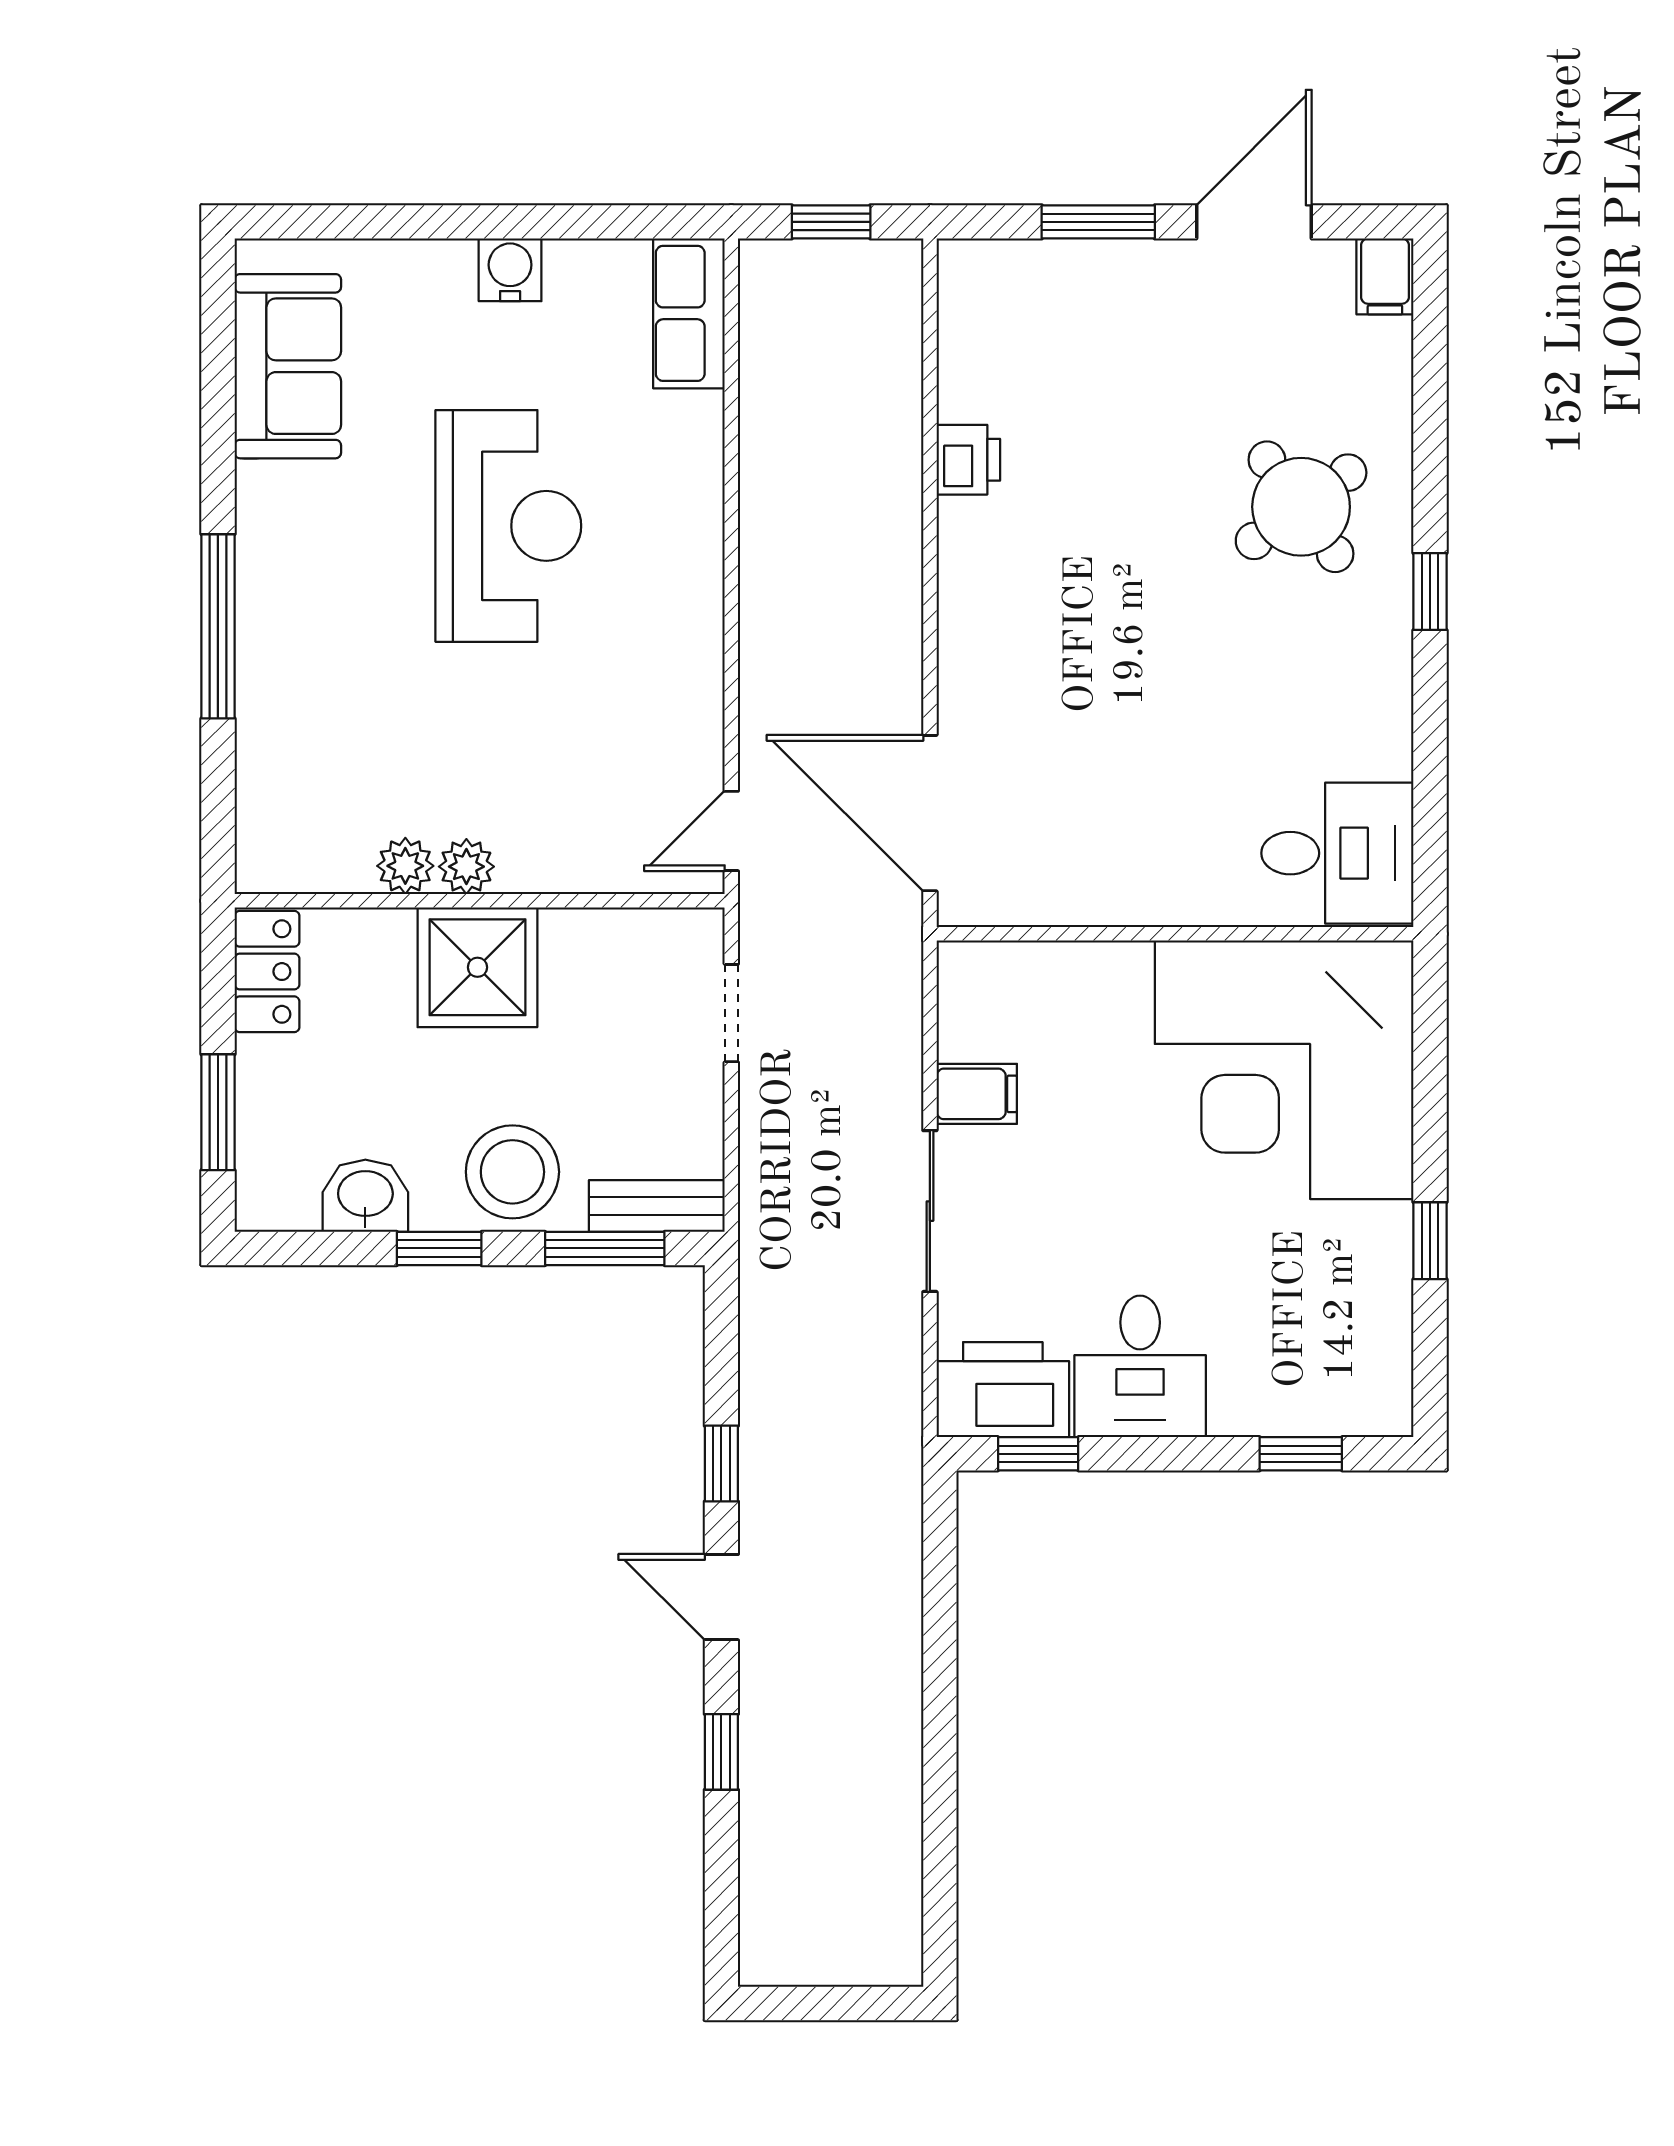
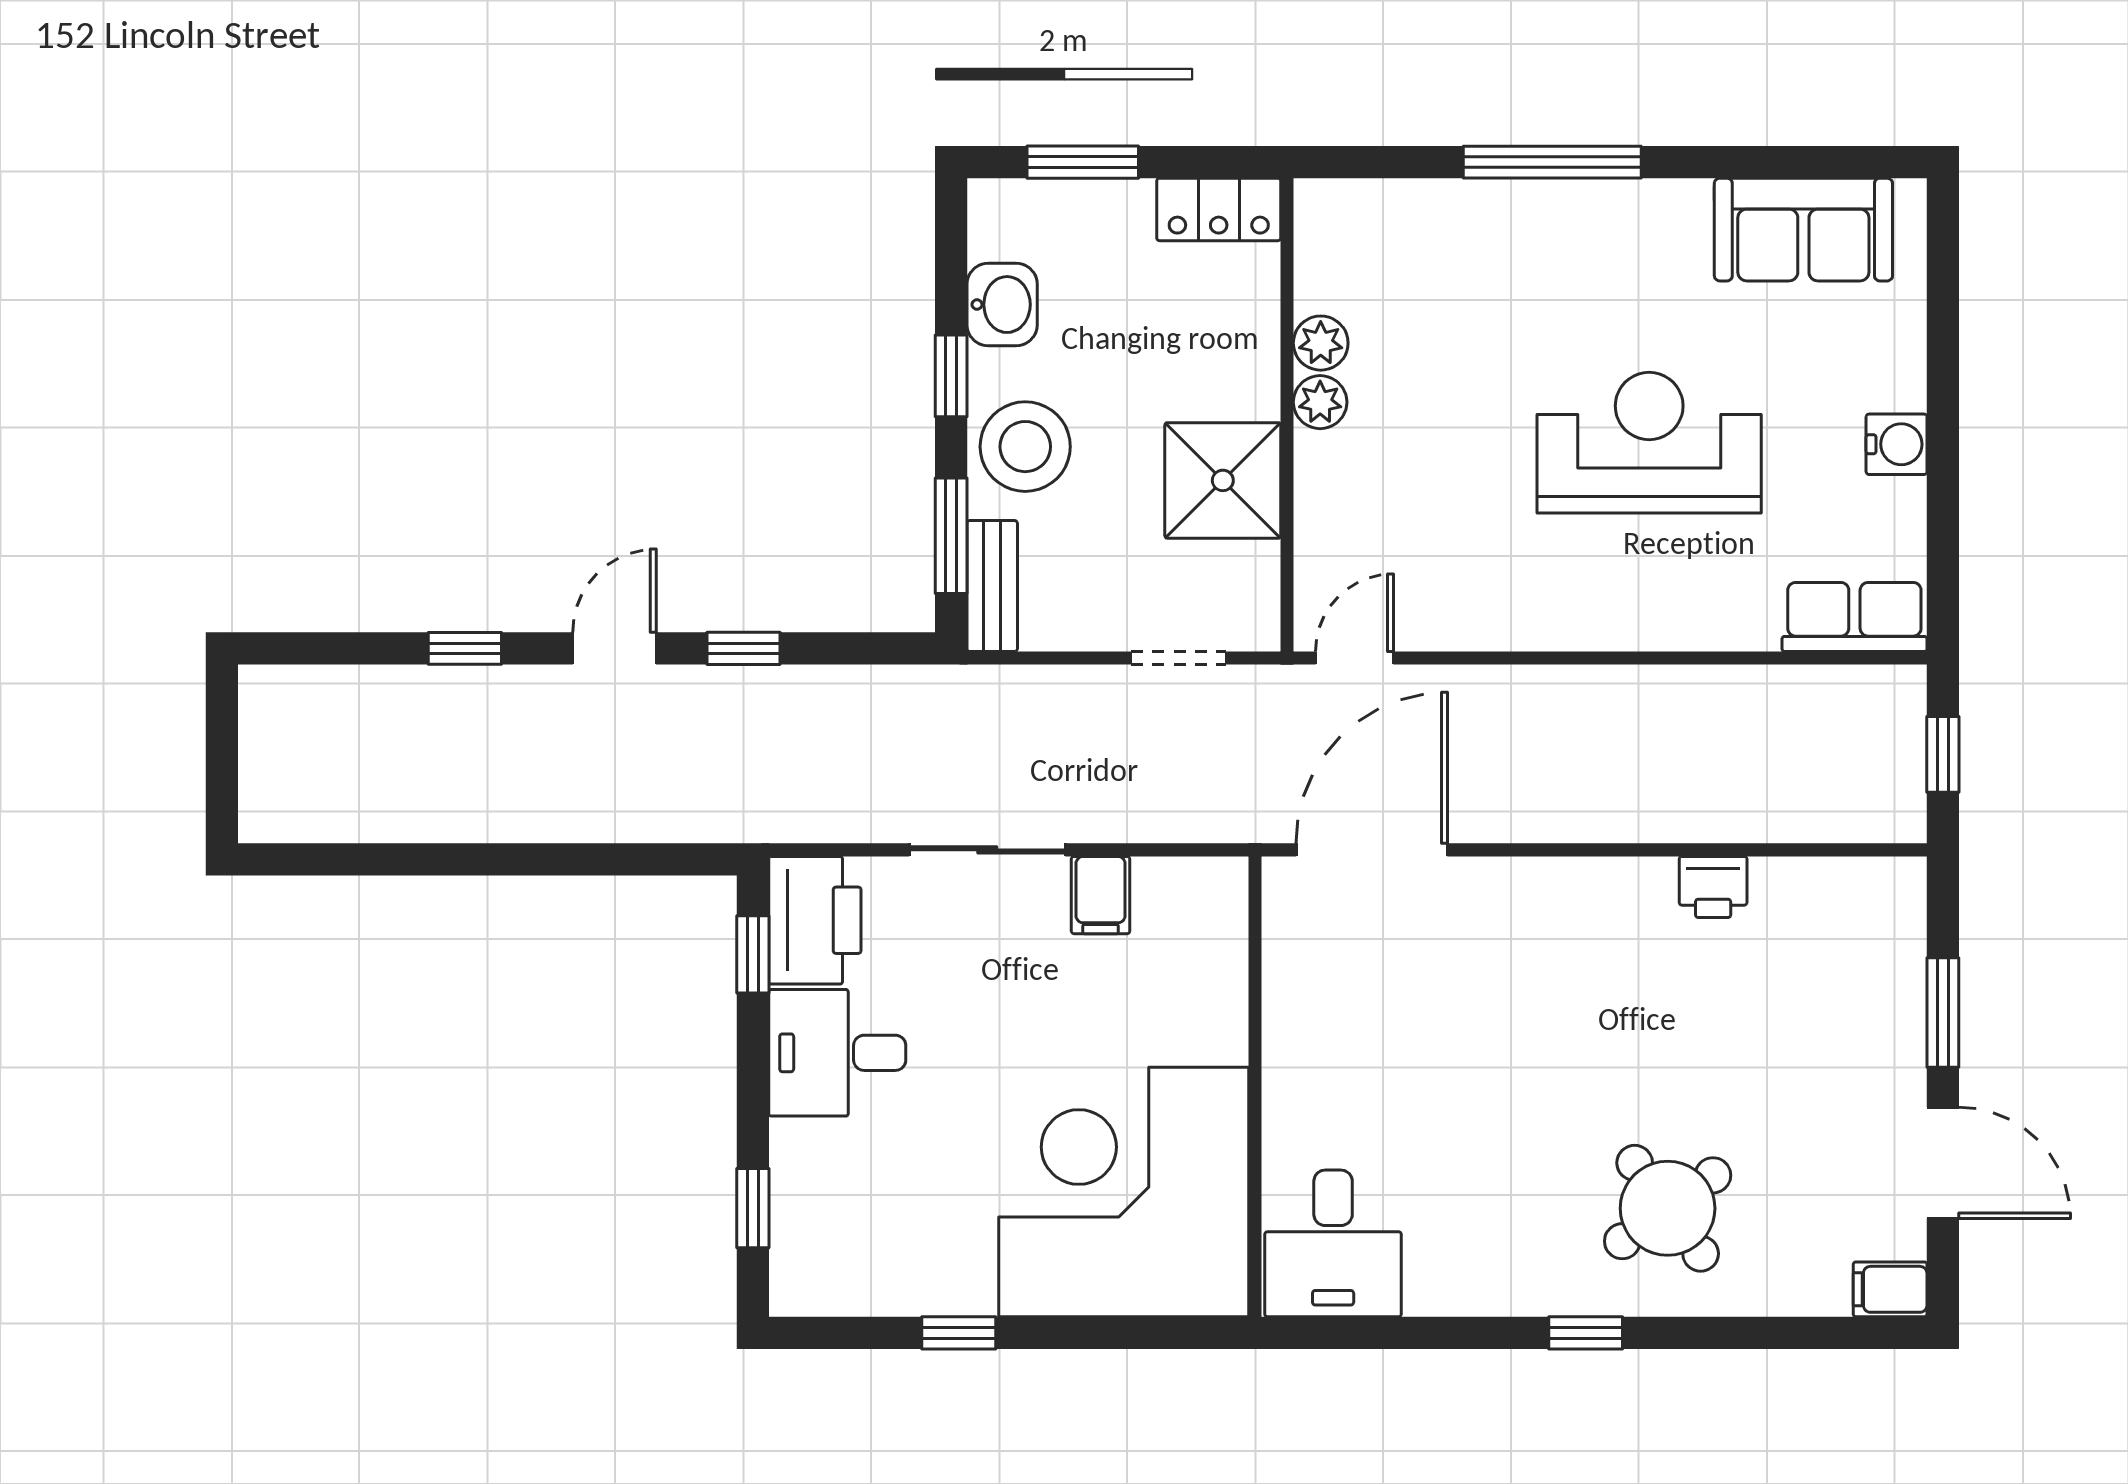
reception desk: (508, 526) -> (1649, 443), turned 180
door: (731, 831) -> (1354, 658), hinge flipped
shower: (477, 967) -> (1223, 480), moved

